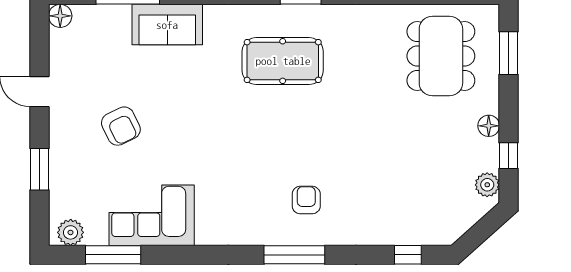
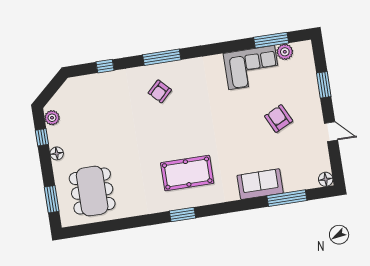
armchair: (306, 200) -> (160, 91), turned 46
plant: (71, 232) -> (285, 52), moved
window: (408, 255) -> (105, 66), moved

